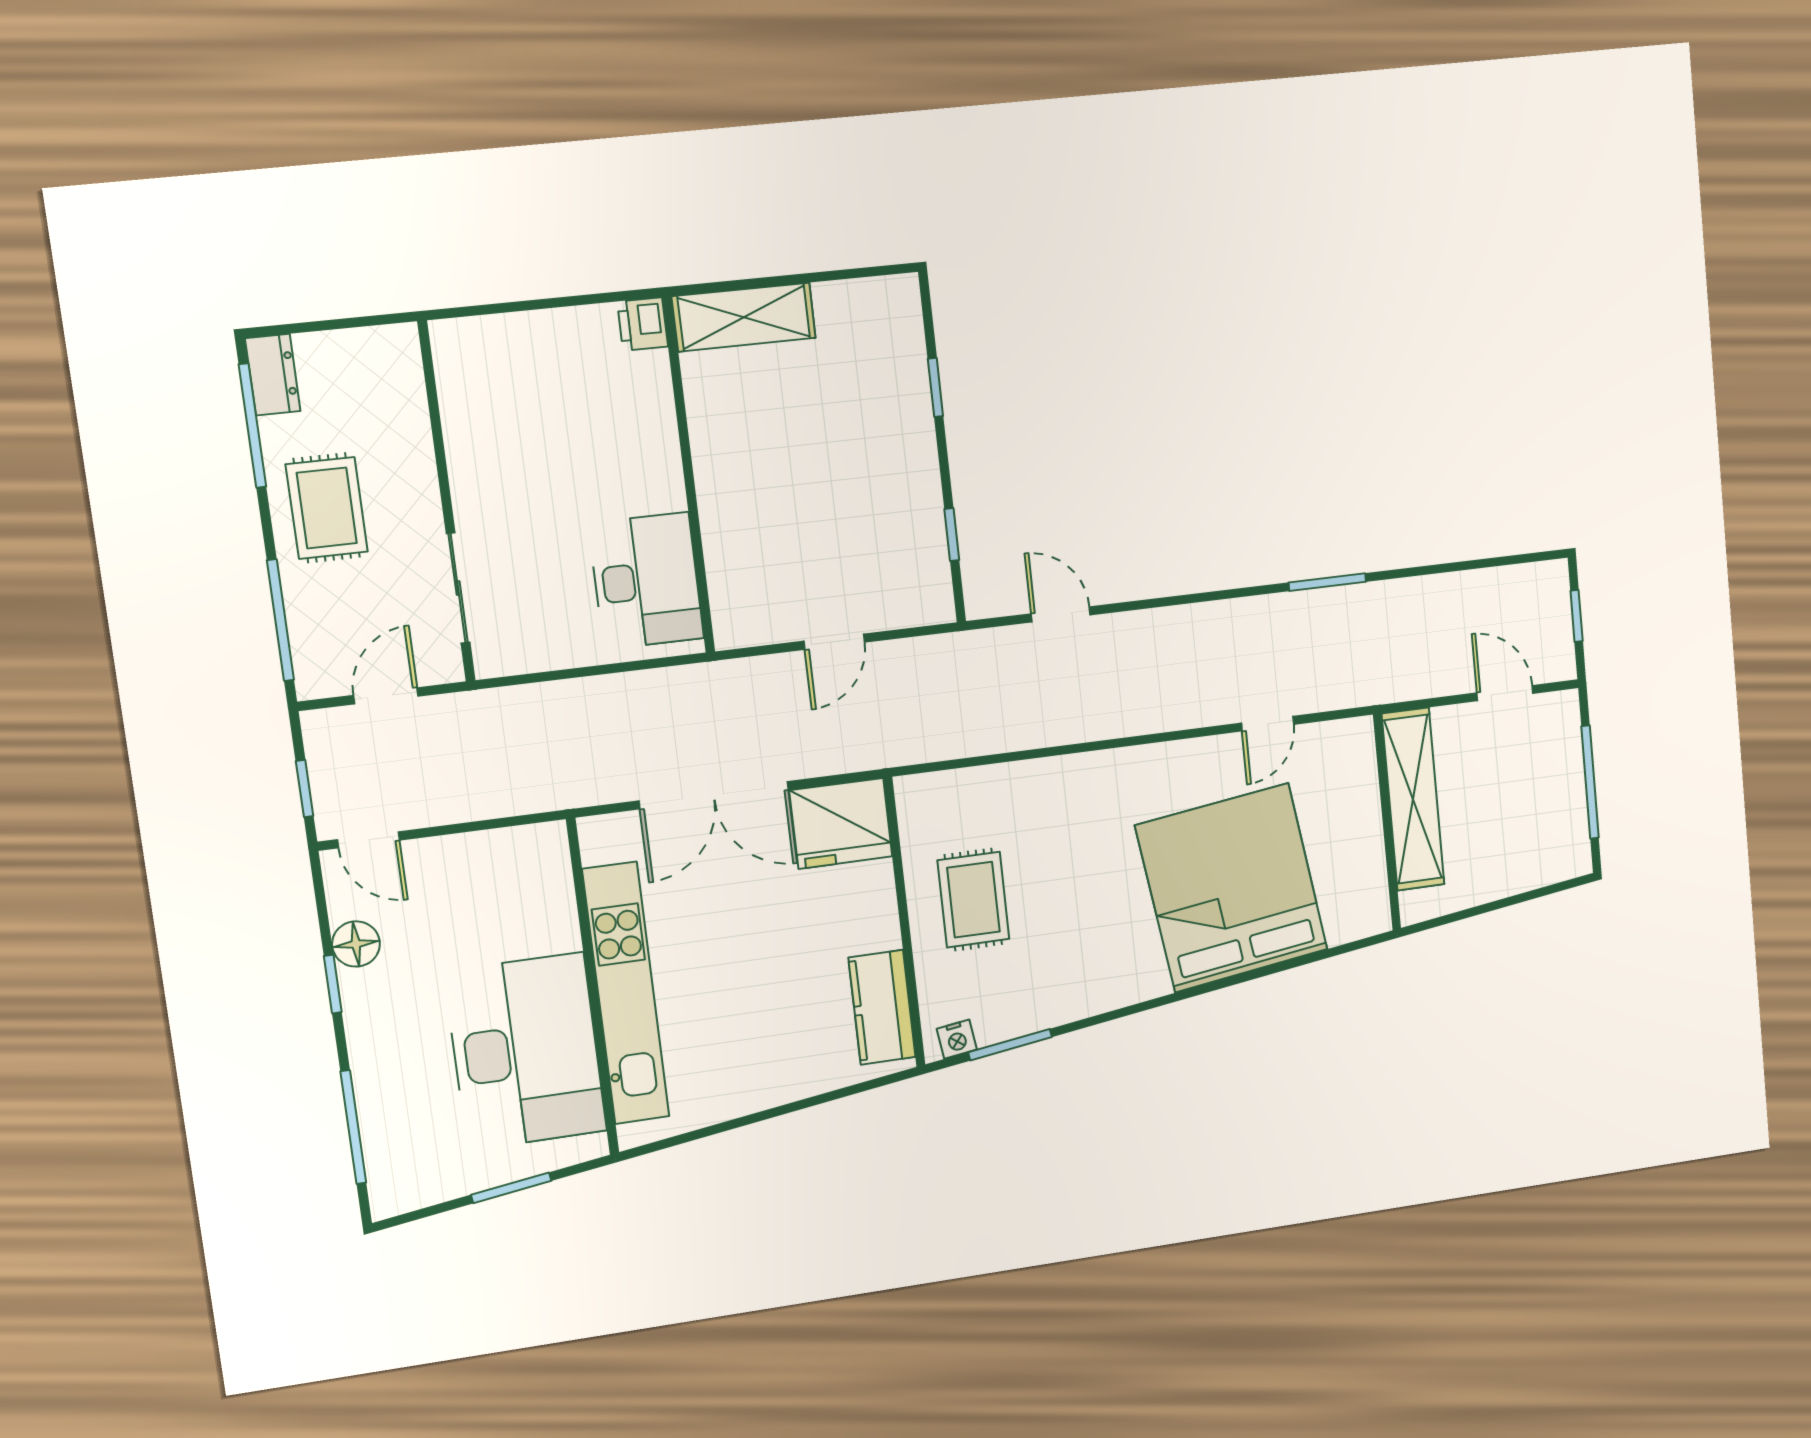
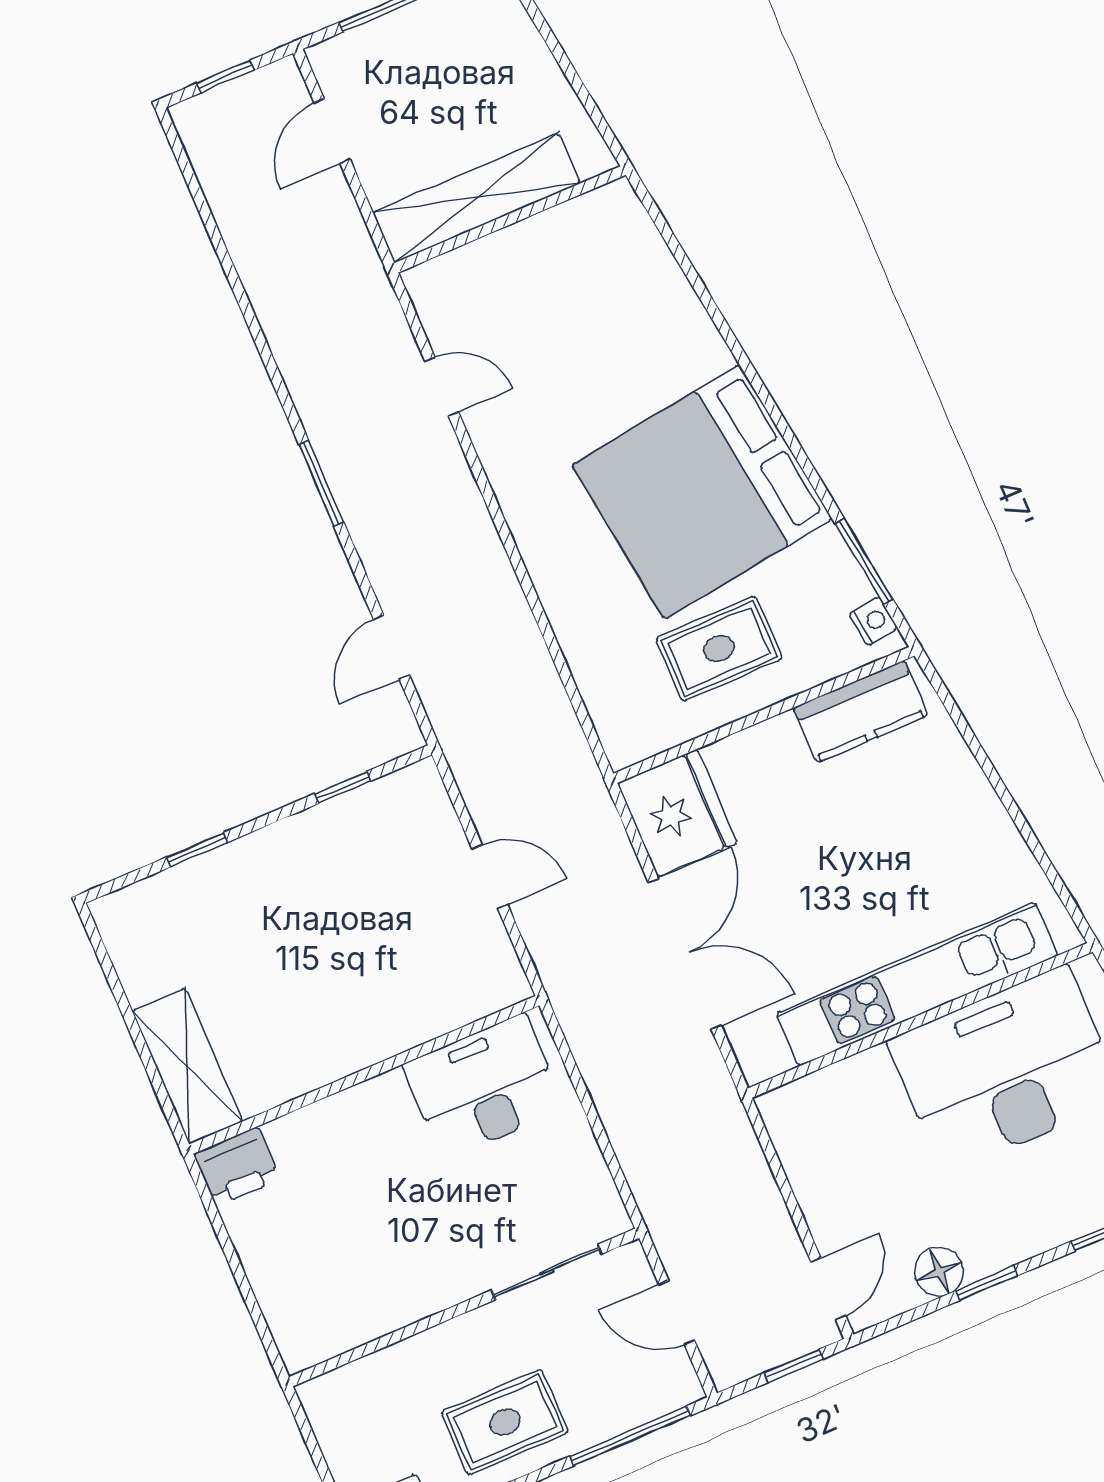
printer: (643, 324) -> (237, 1167), width x1.36, depth x1.24
window: (1327, 582) -> (321, 483), moved
bed: (1232, 888) -> (702, 492), moved

